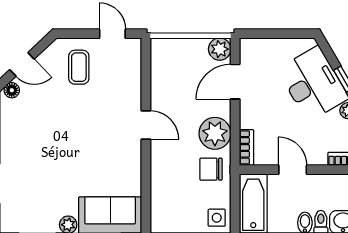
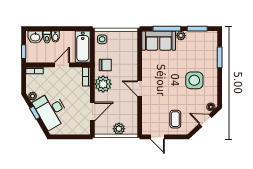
plant: (220, 49) -> (119, 129), moved
side table: (43, 140) -> (194, 80), added
door: (293, 170) -> (62, 65), swing flipped

